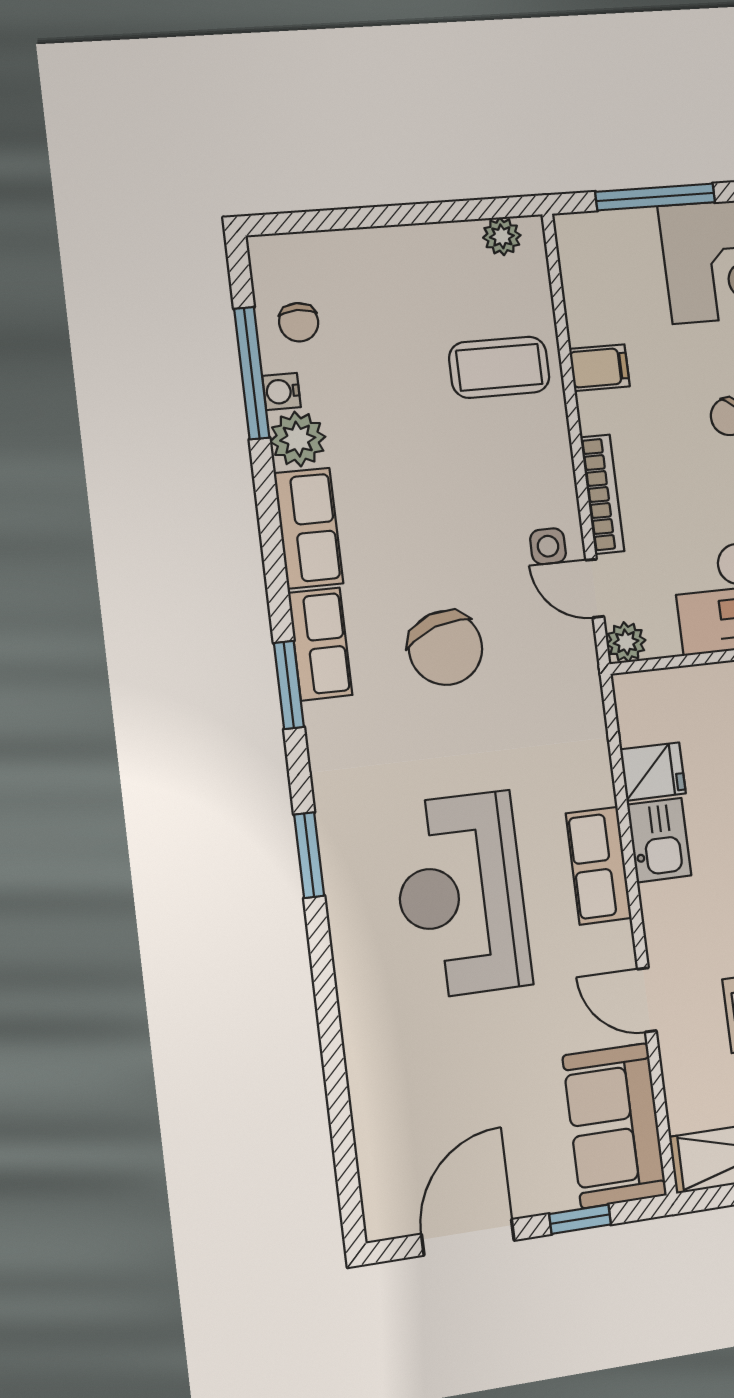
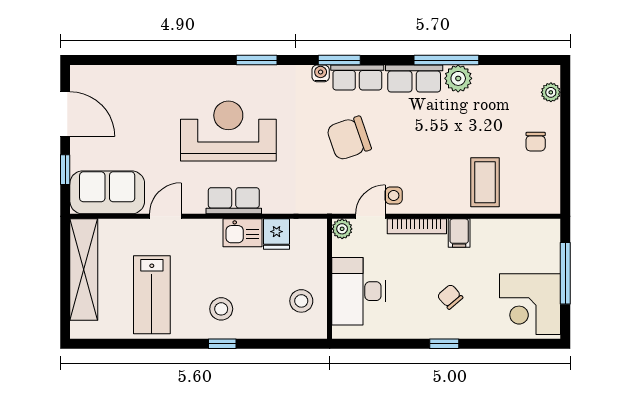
plant: (502, 236) -> (551, 92), moved
chair: (299, 322) -> (536, 142), moved, turned -90
filing cabinet: (599, 368) -> (459, 233), moved
window: (252, 373) -> (446, 60), moved
water cooler: (281, 391) -> (321, 73), moved

